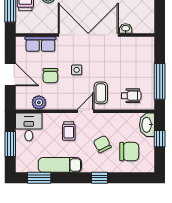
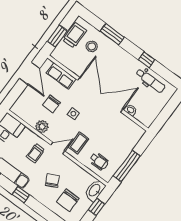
door: (10, 75) -> (30, 73), moved
plant: (39, 102) -> (42, 127), moved
chair: (129, 152) -> (68, 200), turned 90
window: (100, 178) -> (21, 195), moved

